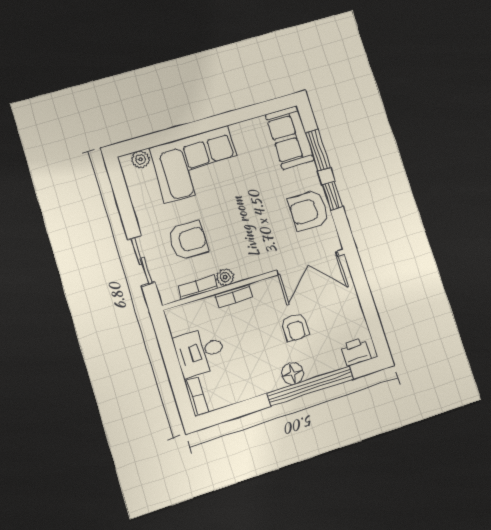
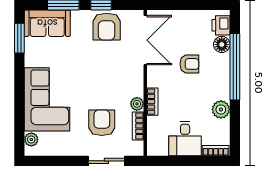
window: (261, 109) -> (19, 38), added
floor lamp: (293, 373) -> (222, 44), moved
plant: (251, 386) -> (221, 109), added

